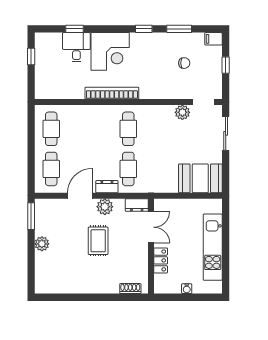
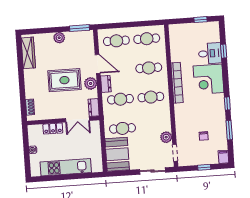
cafe table: (90, 129) -> (149, 68), added
cafe table: (167, 169) -> (123, 128), added
rug: (98, 241) -> (64, 80), width x1.36, depth x1.43
wardrobe: (59, 286) -> (28, 53), added

